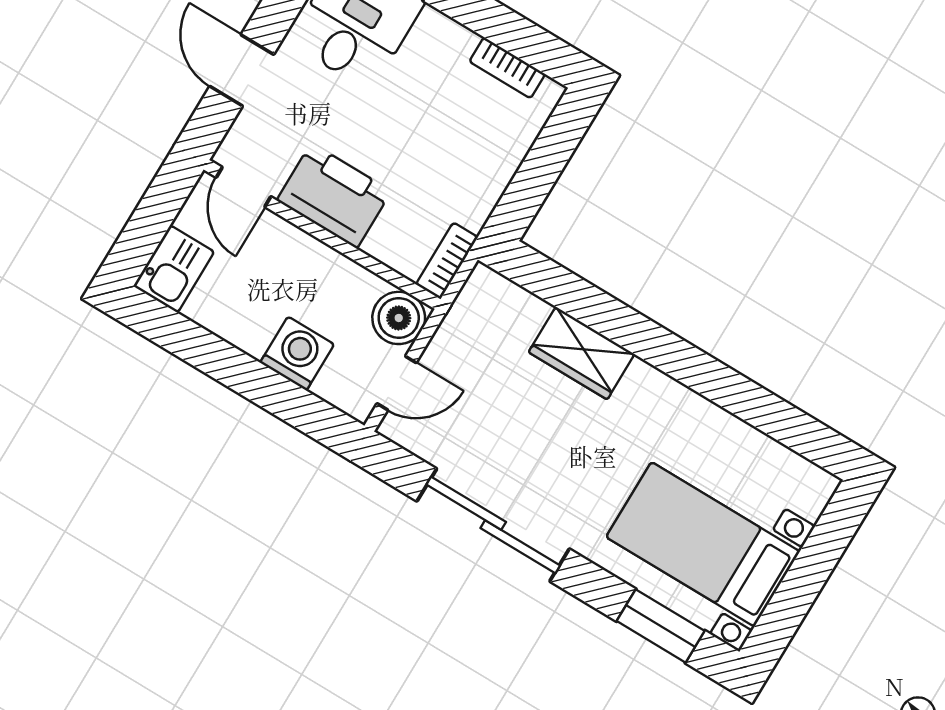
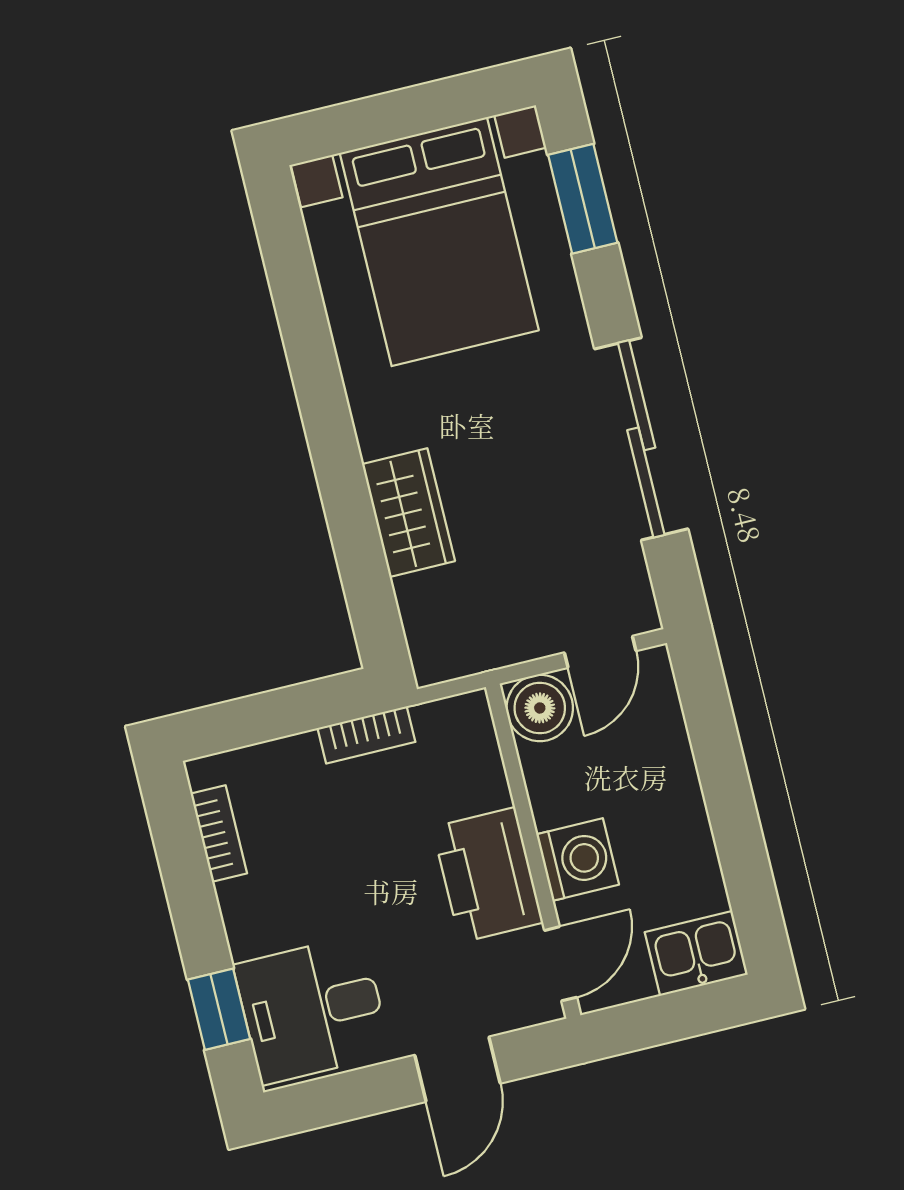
bookcase: (447, 261) -> (366, 735), moved
washing machine: (297, 353) -> (578, 860), moved, turned 180
door: (397, 383) -> (600, 652), swing flipped
bed with nightstands: (703, 544) -> (439, 242), width x1.36

